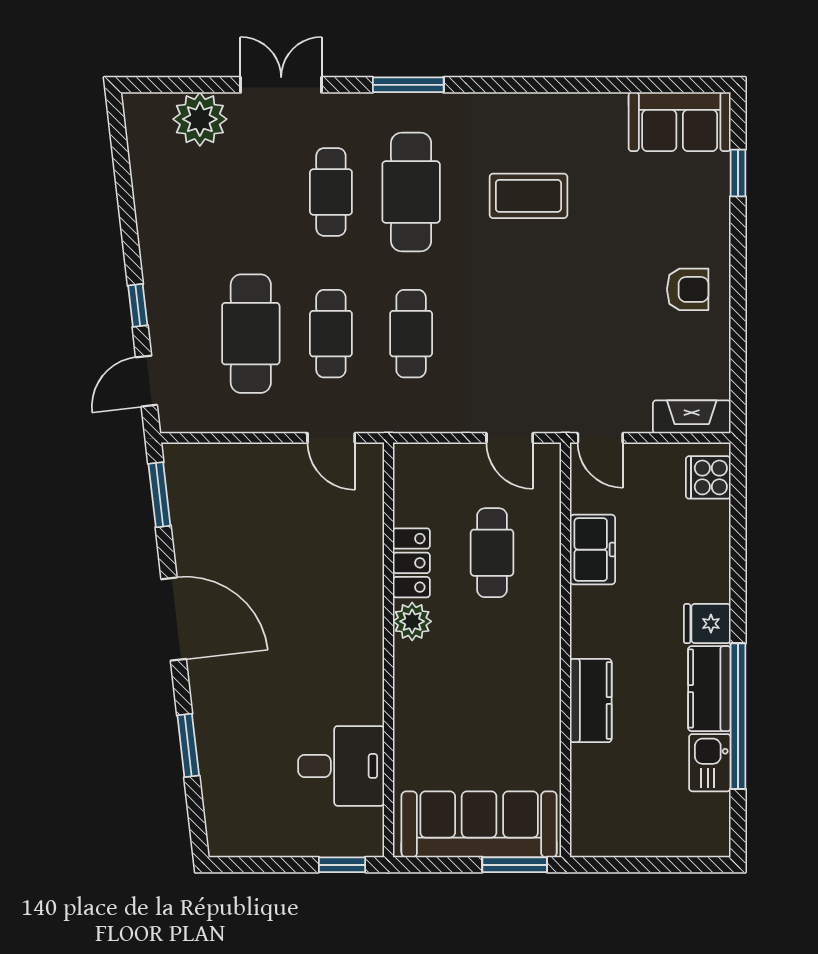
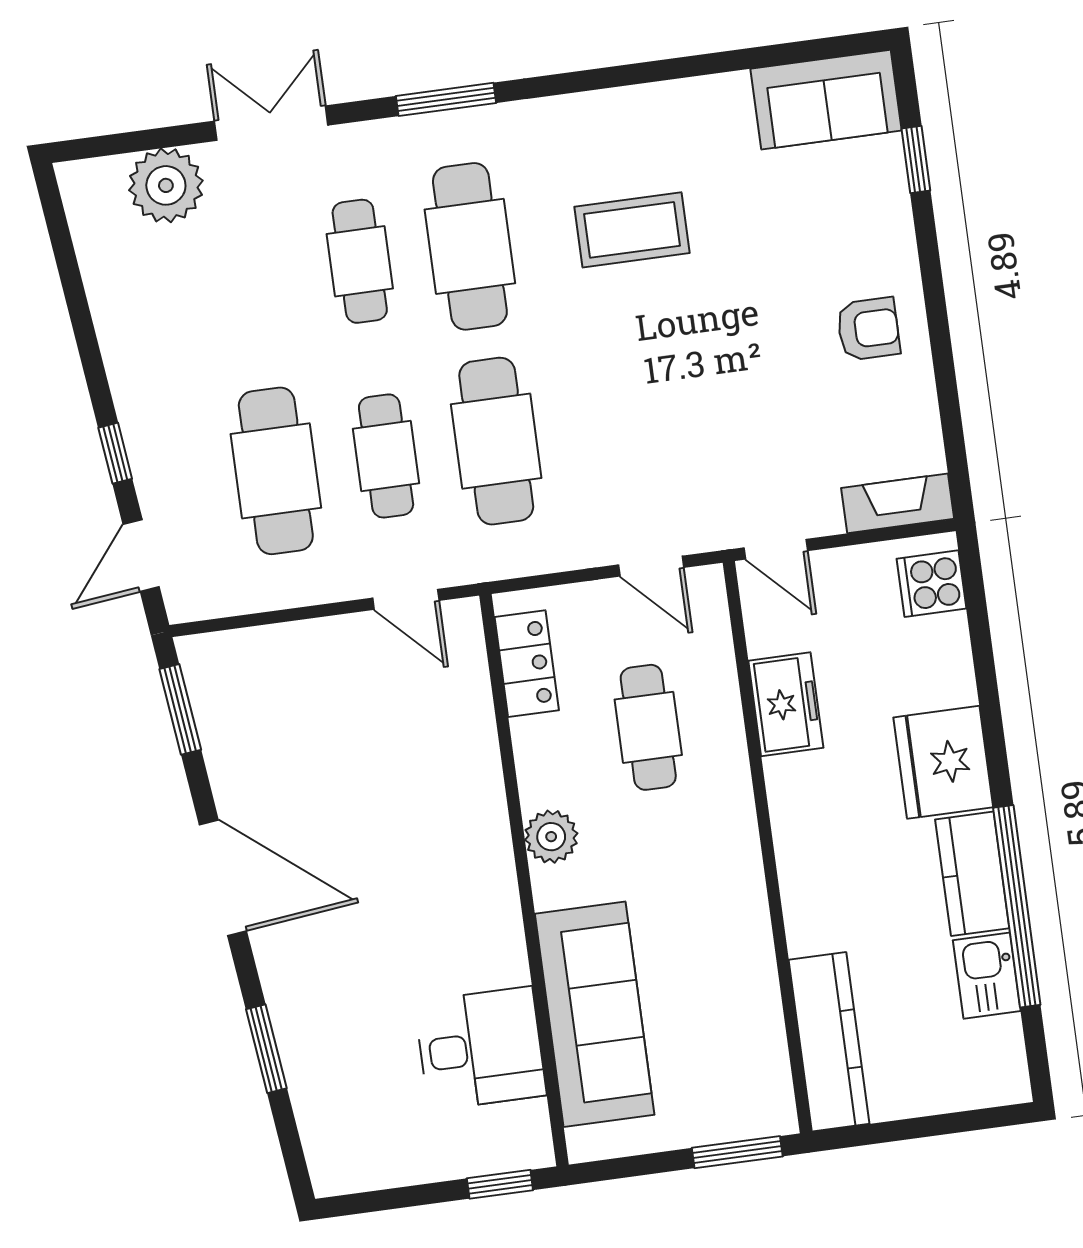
cafe table: (411, 334) -> (496, 441), width x1.37, depth x1.35
locker: (411, 563) -> (527, 664), moved
fridge: (707, 624) -> (943, 762), width x1.88, depth x1.34
kitchen counter: (591, 701) -> (829, 1042), moved, width x1.50
sofa: (479, 824) -> (595, 1014), moved, turned 90

